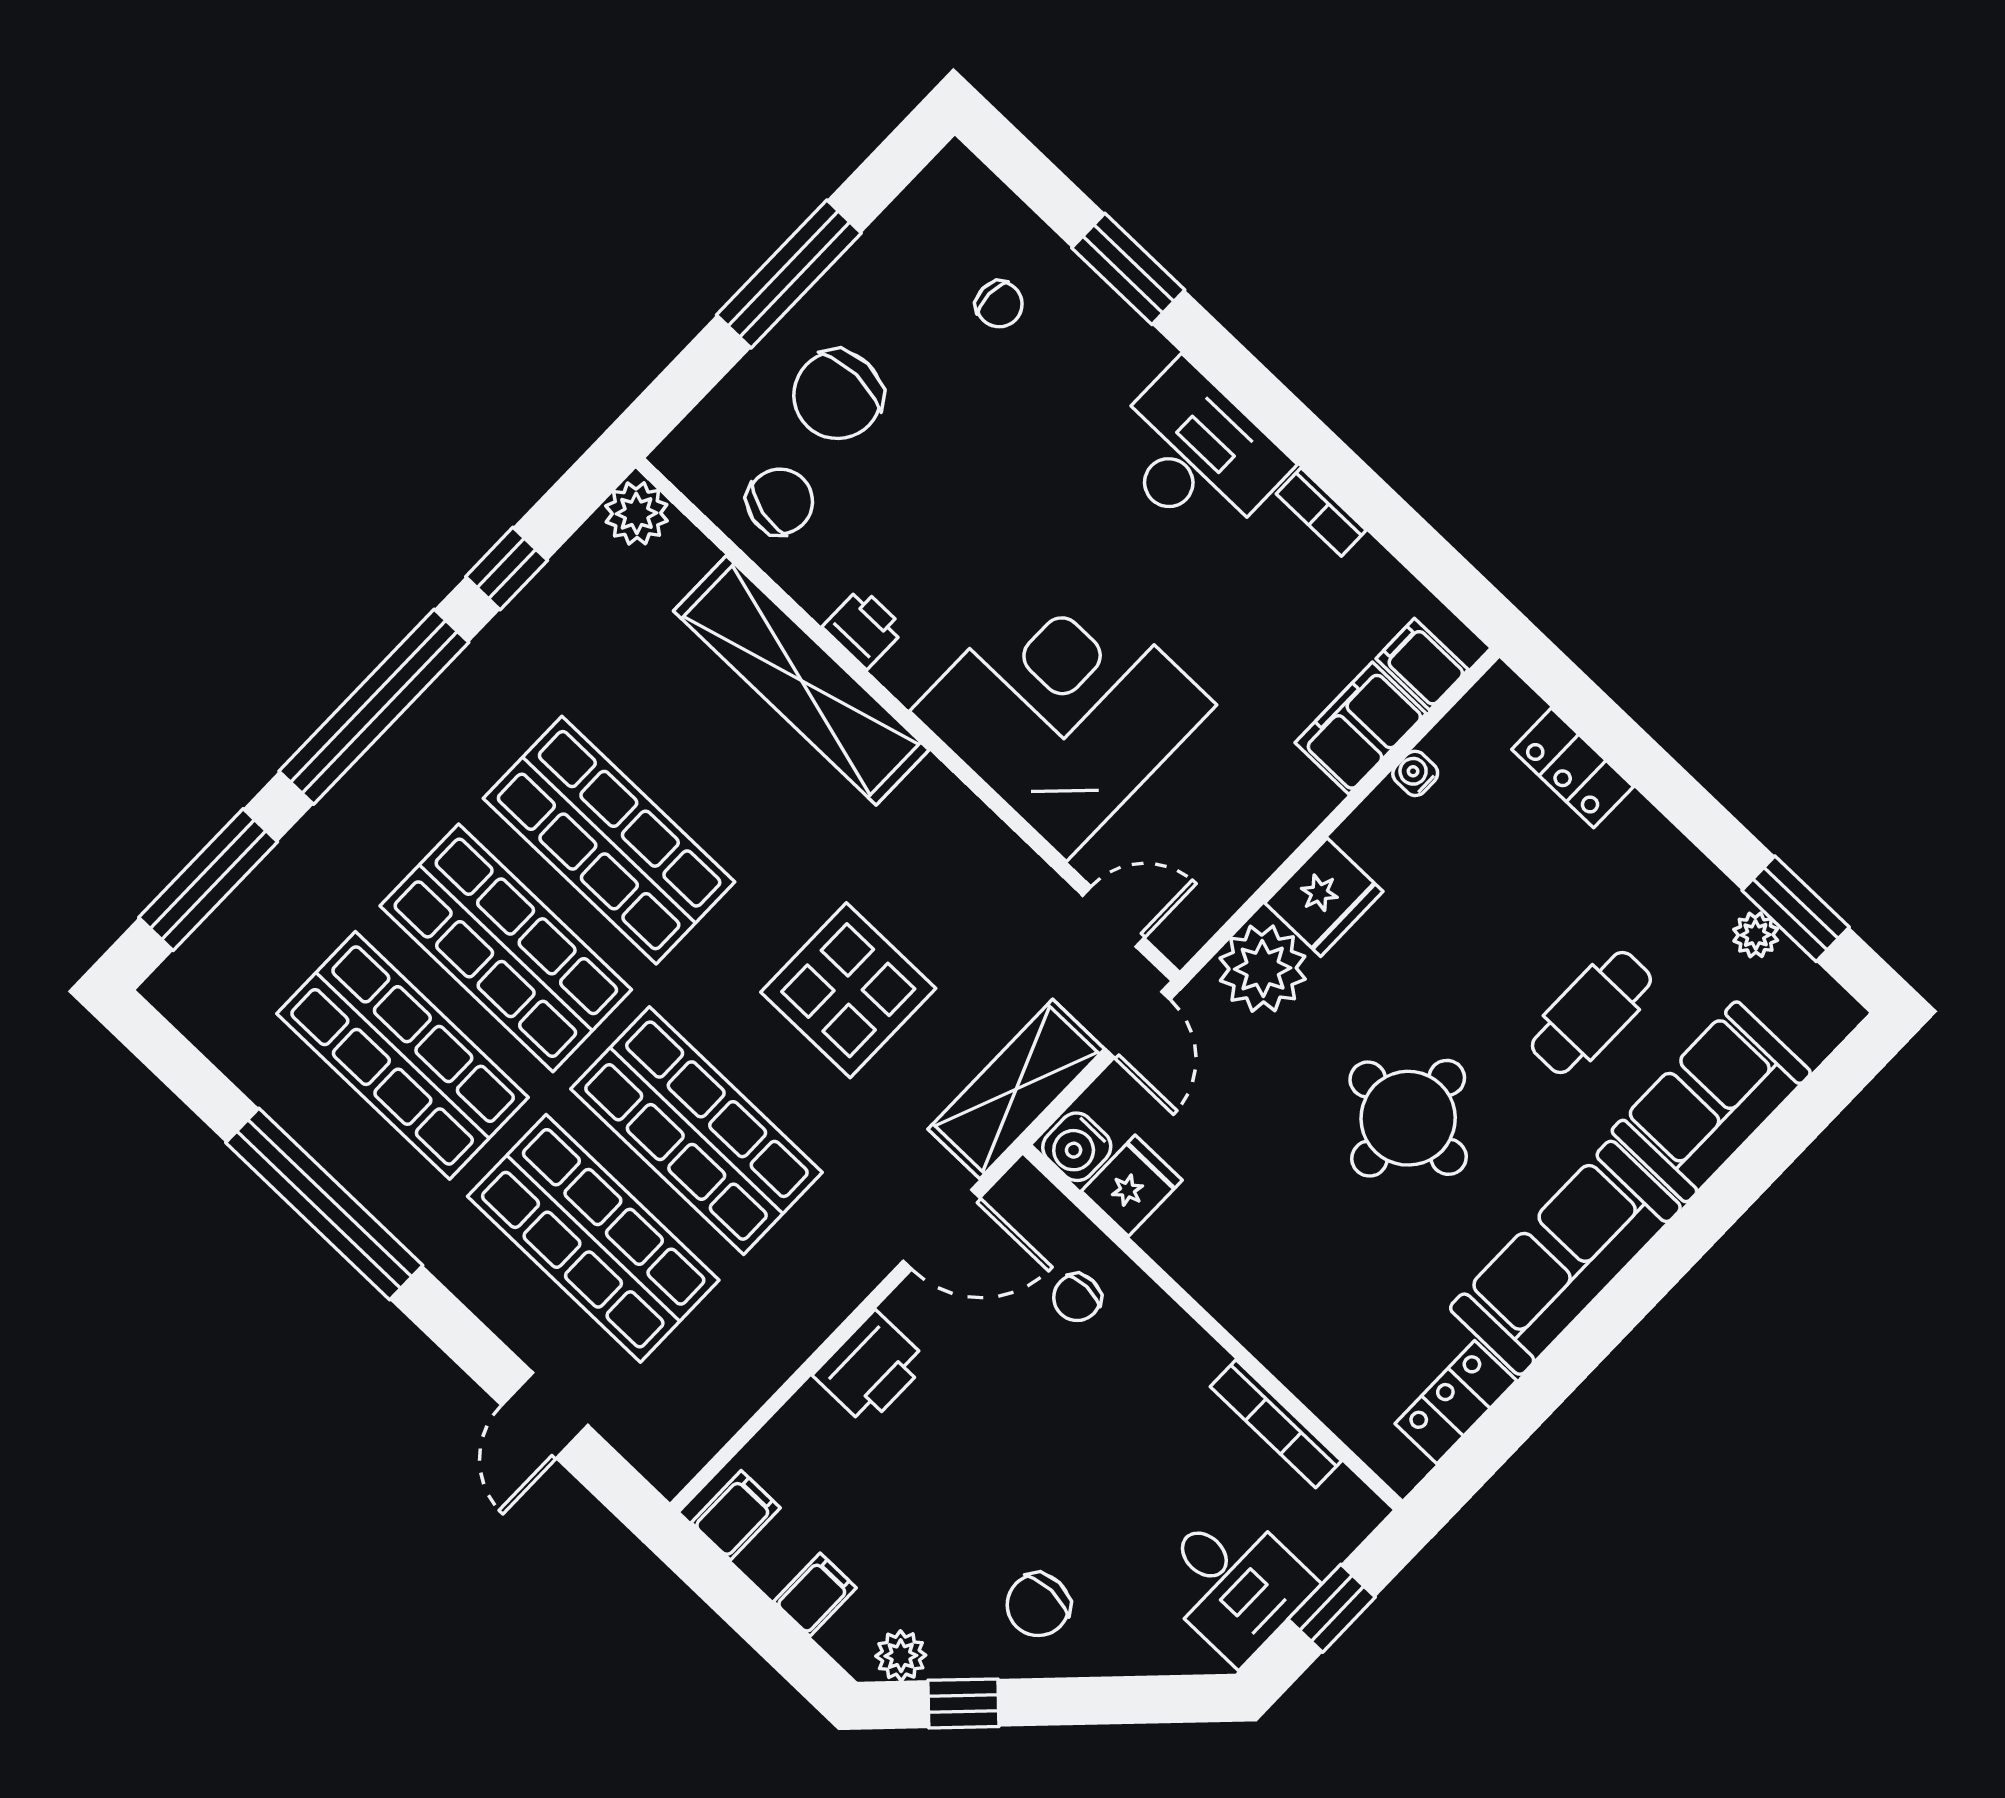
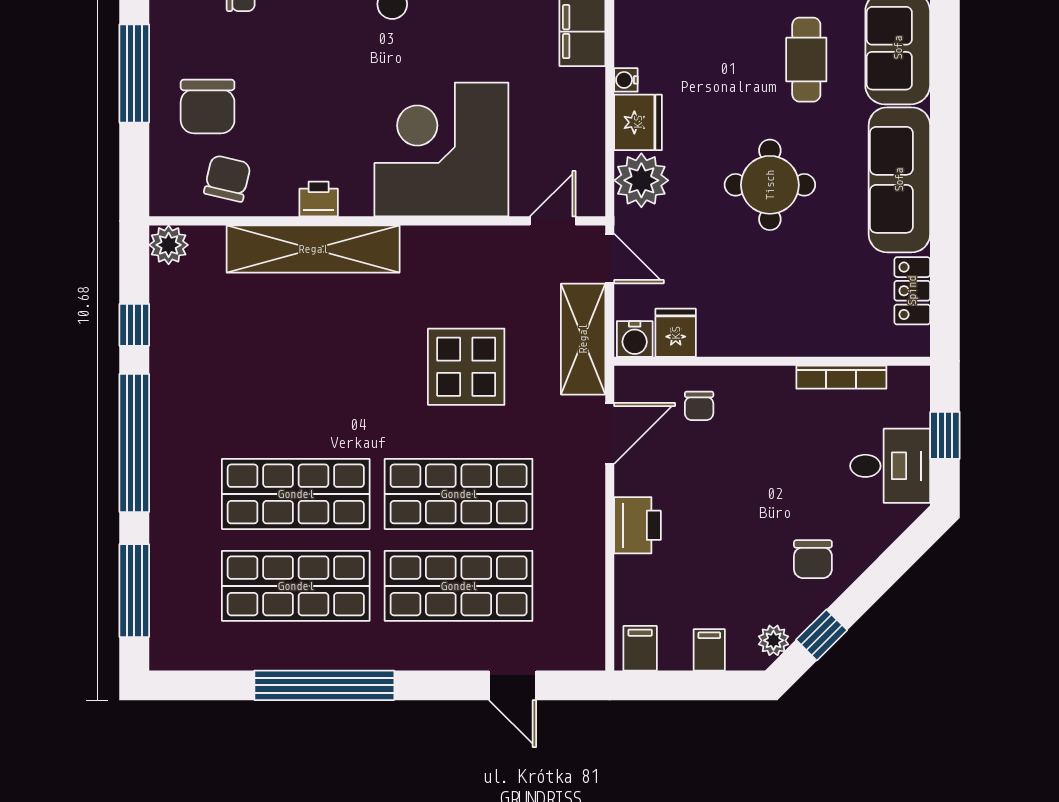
water cooler: (1415, 773) -> (626, 80), moved
shop shelf: (609, 840) -> (296, 402), removed

